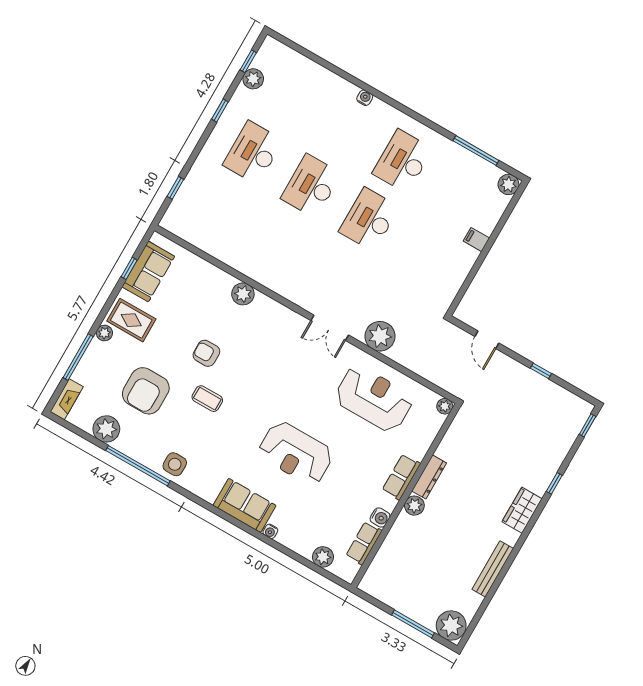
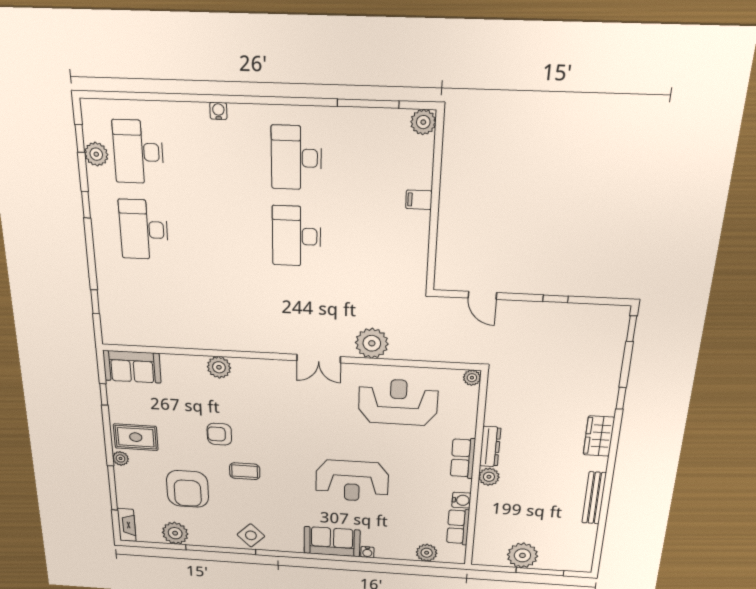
desk: (311, 186) -> (138, 152), moved
sofa: (148, 271) -> (132, 367), moved, turned 90
side table: (175, 464) -> (251, 535), turned 45
plant: (451, 626) -> (522, 555), moved

